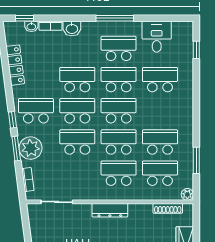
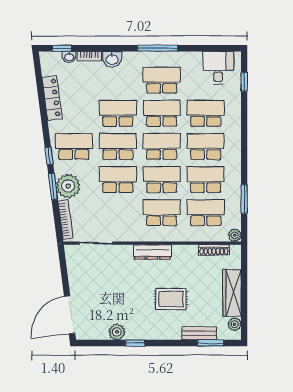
desk: (157, 37) -> (218, 68), moved
school desk: (160, 111) -> (206, 146), added
bookcase: (28, 180) -> (65, 219), width x1.56

